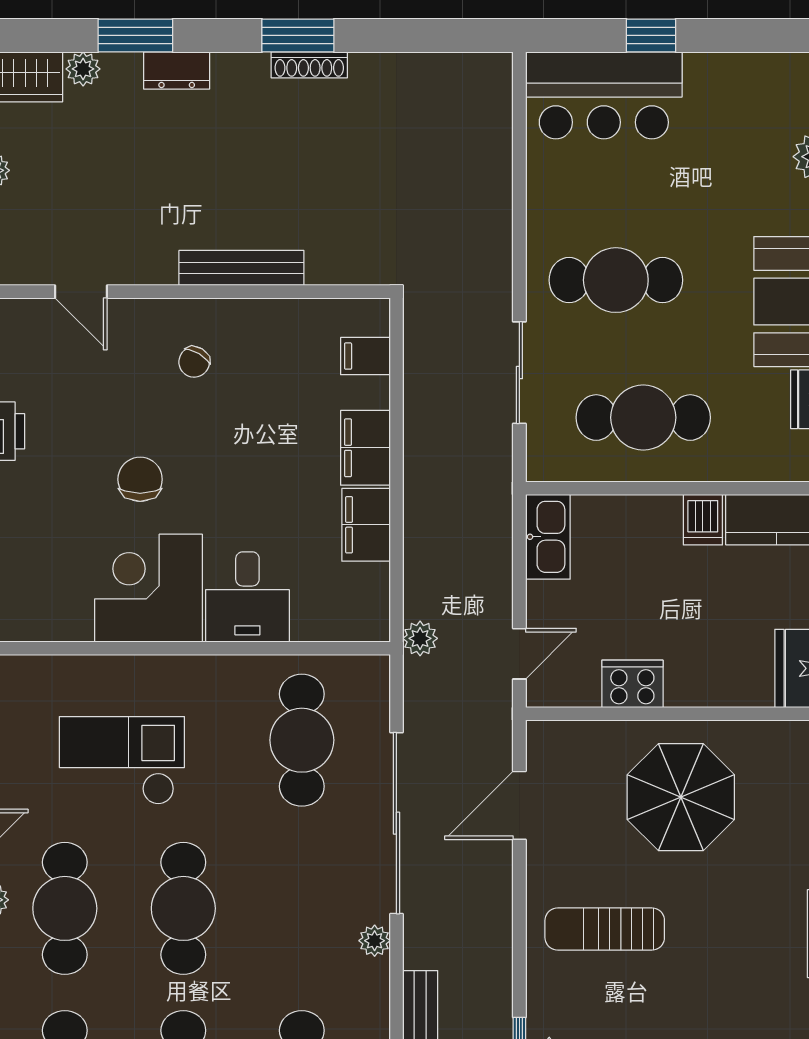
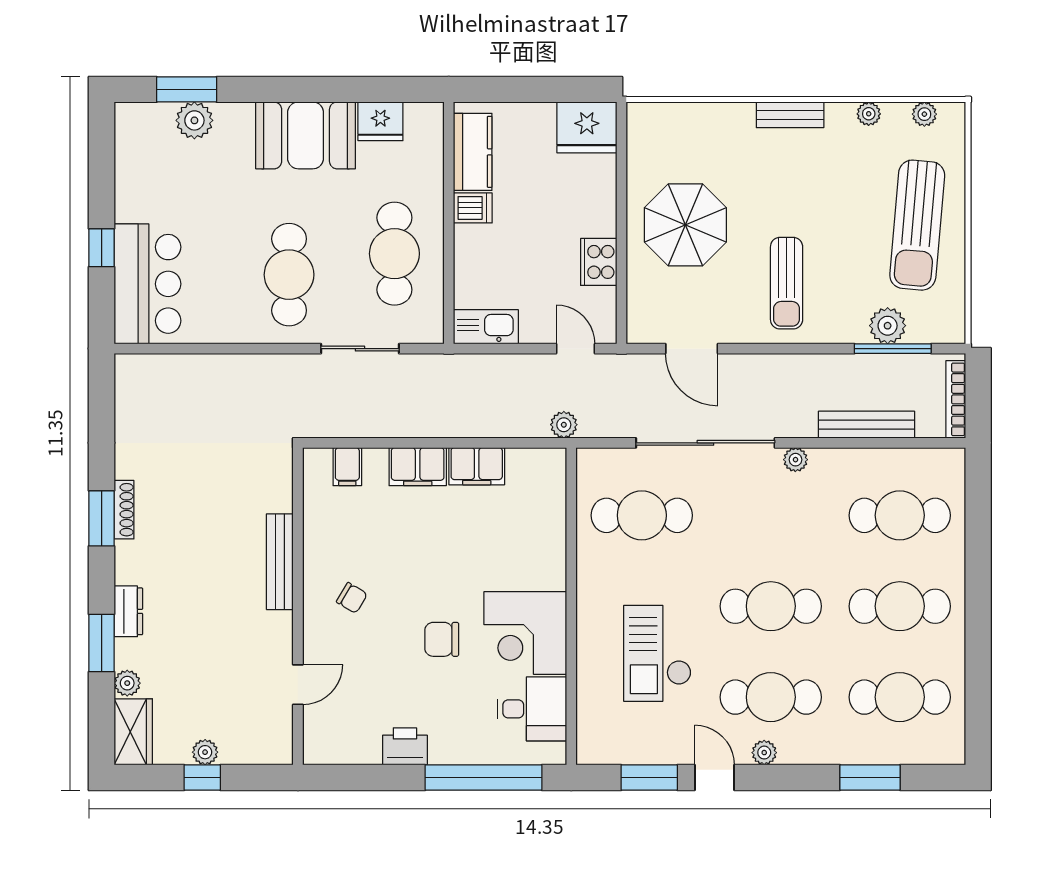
desk: (247, 597) -> (532, 709), moved

